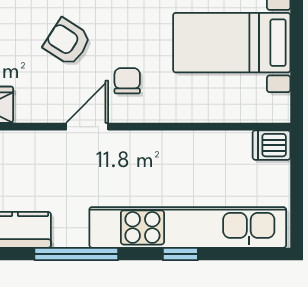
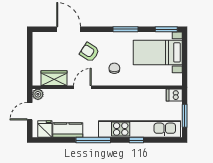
door: (87, 127) -> (82, 87), moved
window: (297, 195) -> (185, 116), added

